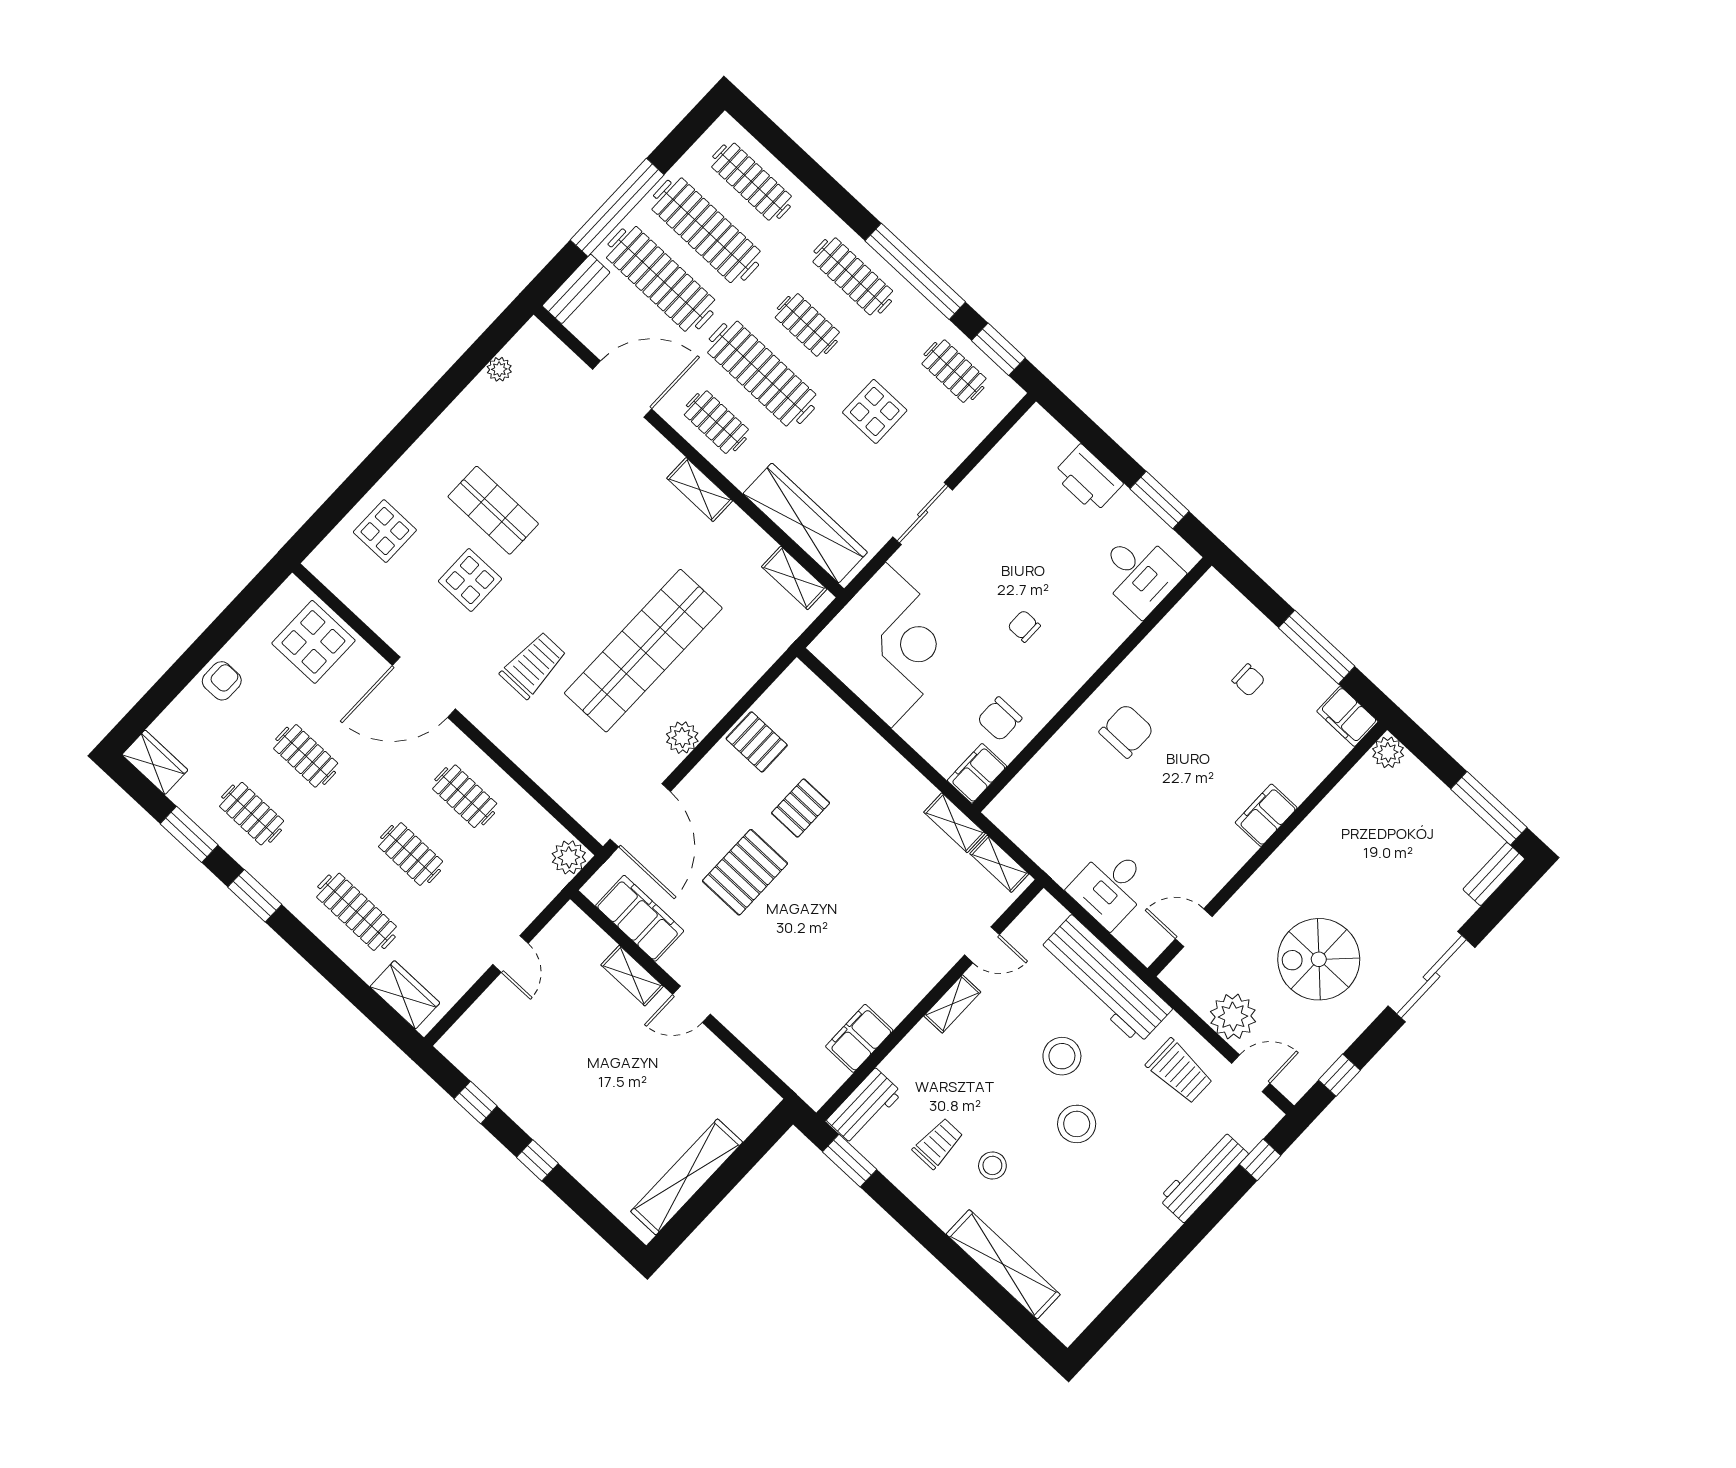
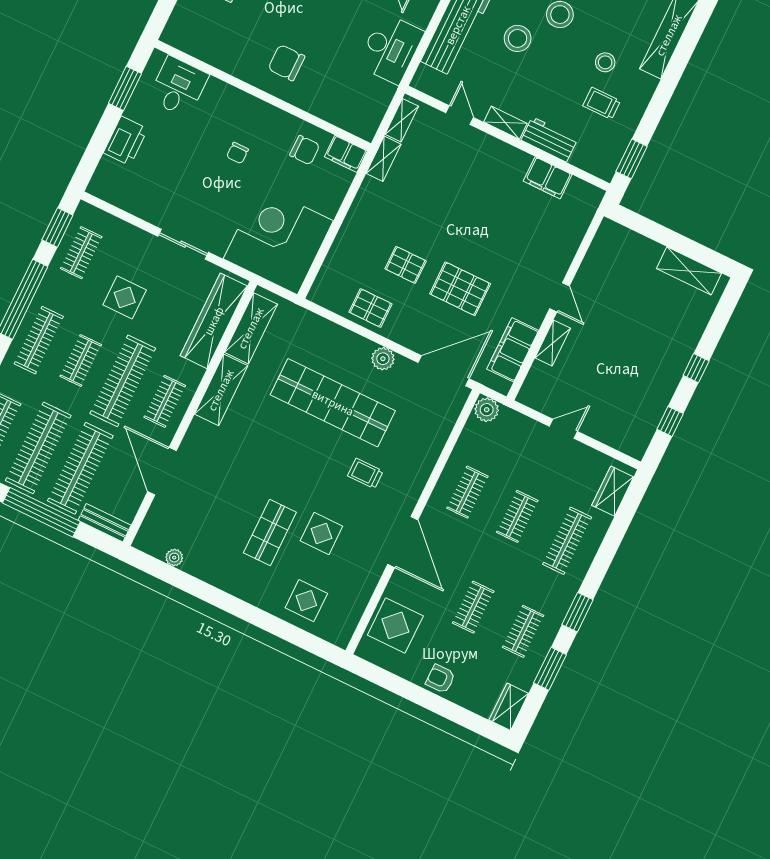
shelving: (700, 490) -> (221, 390), width x1.50, depth x1.33
shelving: (794, 578) -> (251, 328), width x1.50, depth x1.33
trolley: (533, 665) -> (365, 473), width x0.73, depth x0.72
pallet: (757, 742) -> (370, 308), turned 90
desk: (1110, 887) -> (391, 49), width x1.37
workbench: (864, 1107) -> (549, 139), moved
shelving: (687, 1177) -> (689, 271), width x0.68

